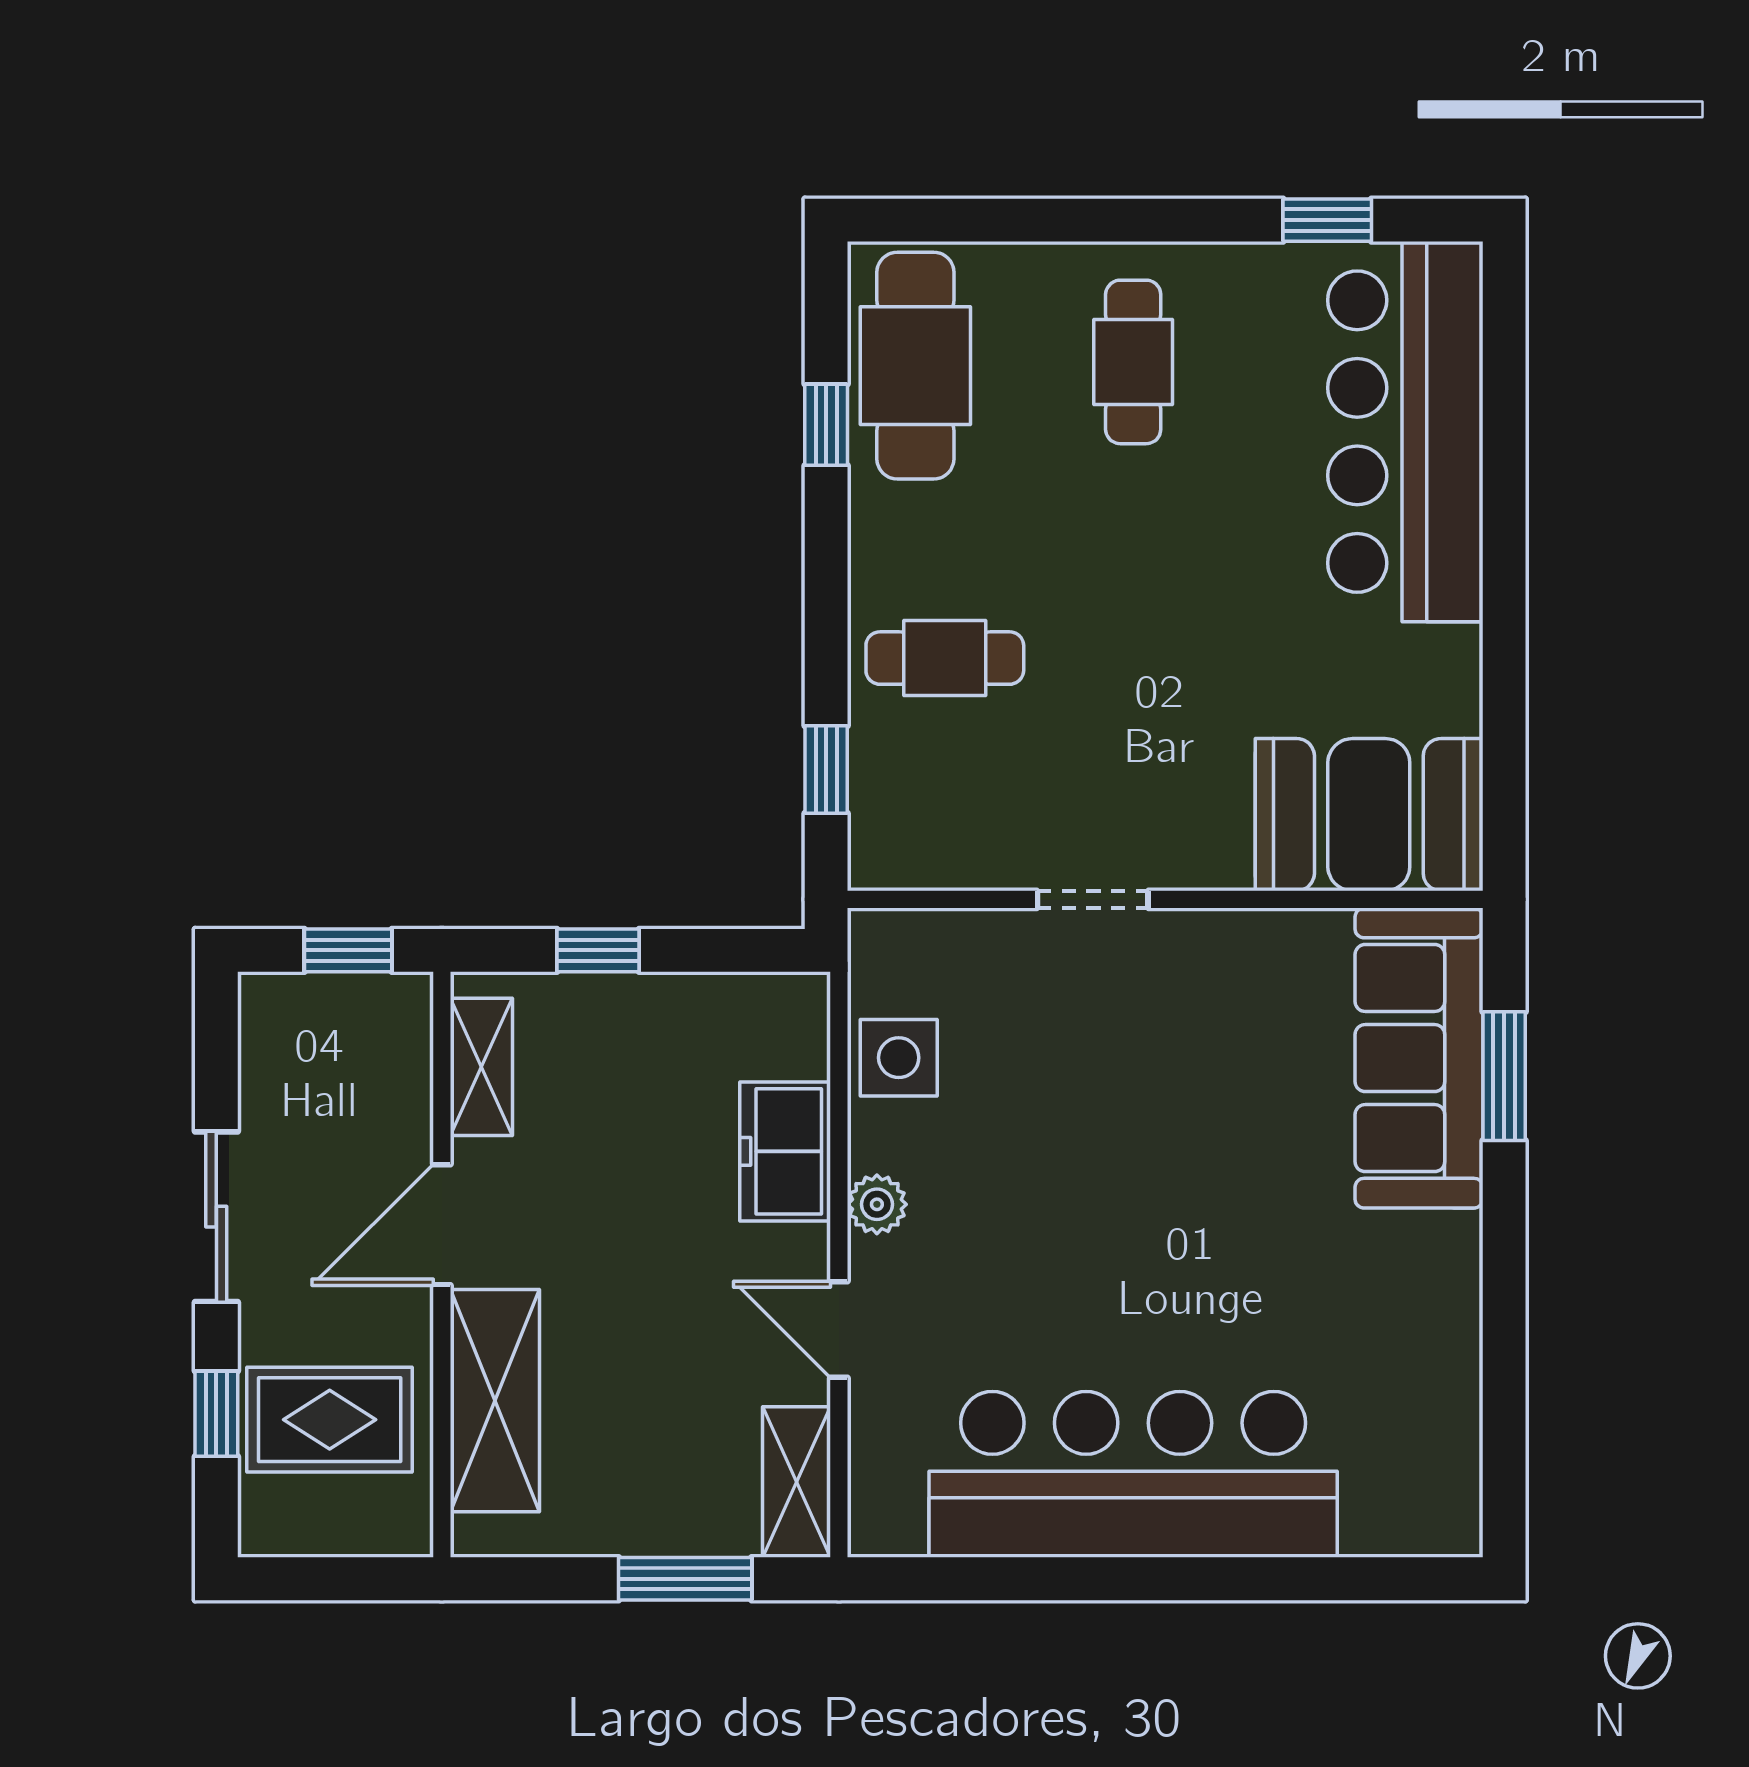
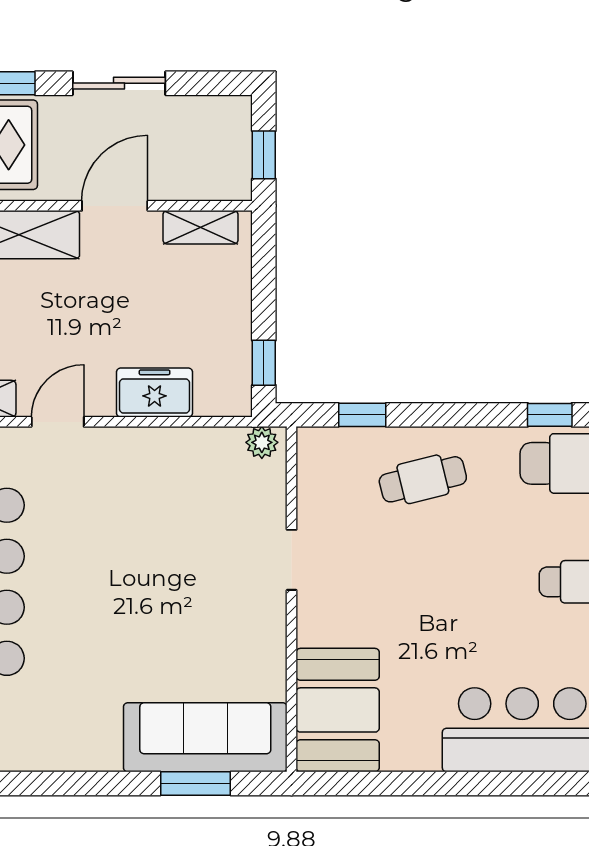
cafe table: (945, 658) -> (423, 479), turned 76
window: (598, 950) -> (264, 363), moved
side table: (899, 1058) -> (206, 454), removed
plant: (877, 1204) -> (262, 442), moved
door: (442, 1225) -> (115, 206), hinge flipped

